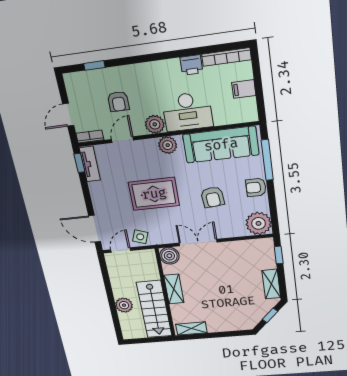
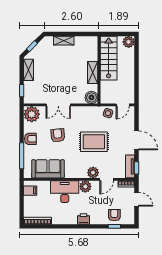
printer: (191, 65) -> (84, 219), moved
filing cabinet: (244, 89) -> (30, 191), moved
armchair: (118, 102) -> (114, 215), moved
door: (68, 115) -> (137, 199), hinge flipped
plant: (168, 145) -> (93, 173), moved
sofa: (221, 145) -> (48, 169), width x0.73
door: (95, 229) -> (137, 140), moved
double door: (198, 243) -> (58, 105), moved
plant: (124, 305) -> (129, 42), moved
shelving: (191, 329) -> (64, 41), moved

